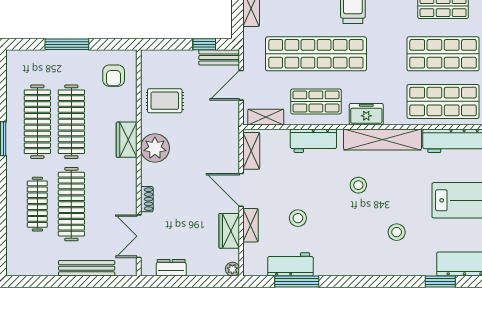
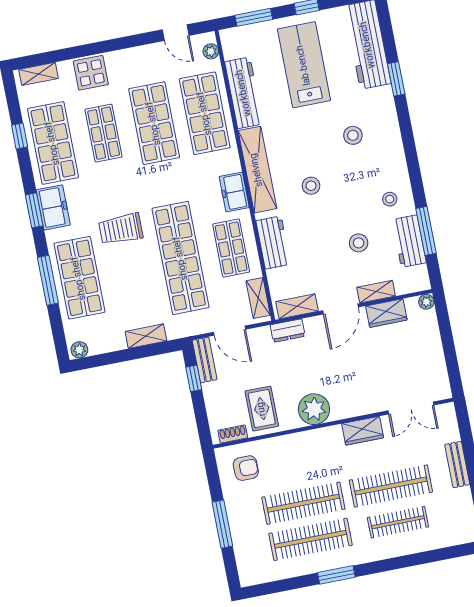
wardrobe: (127, 140) -> (363, 431), moved
shoe rack: (147, 199) -> (233, 434), moved
stool: (332, 254) -> (390, 199), added
bench: (87, 268) -> (457, 465), width x0.73
dresser: (171, 268) -> (288, 331), moved, turned -90

